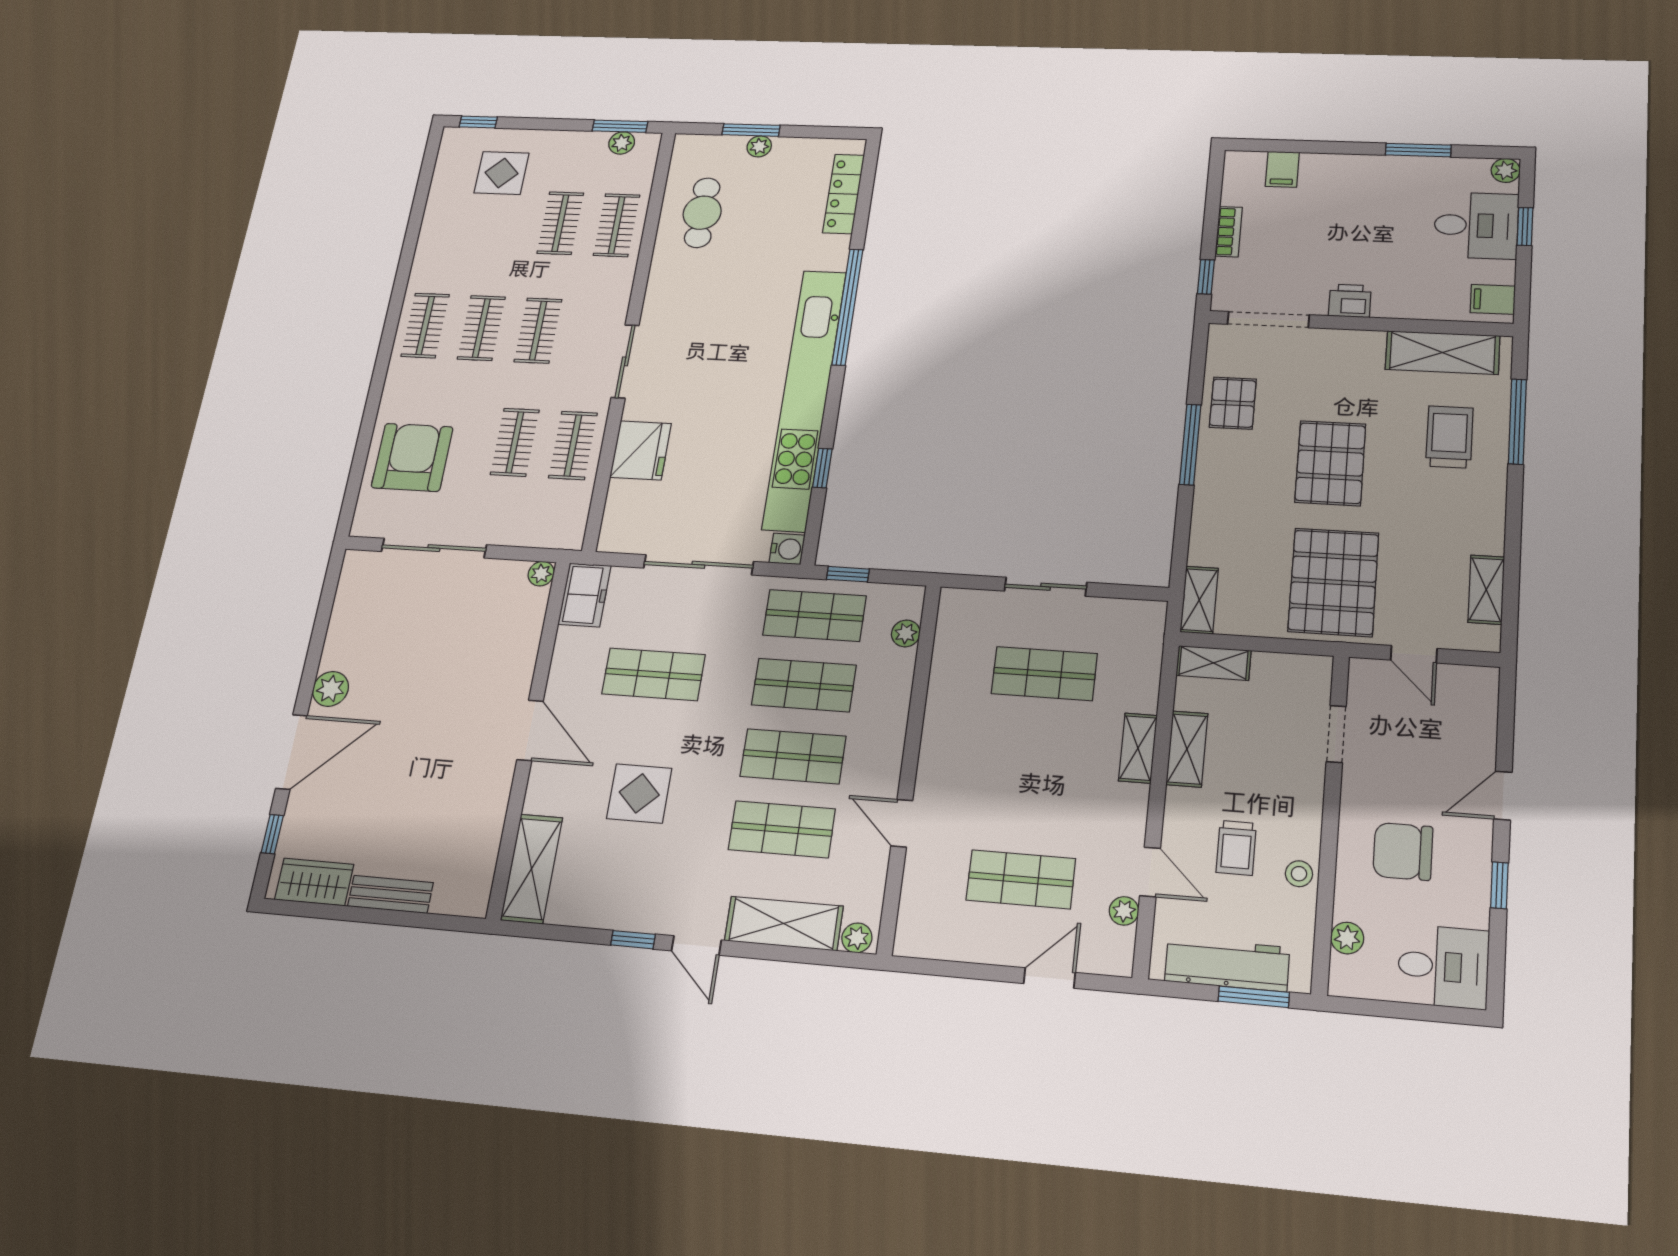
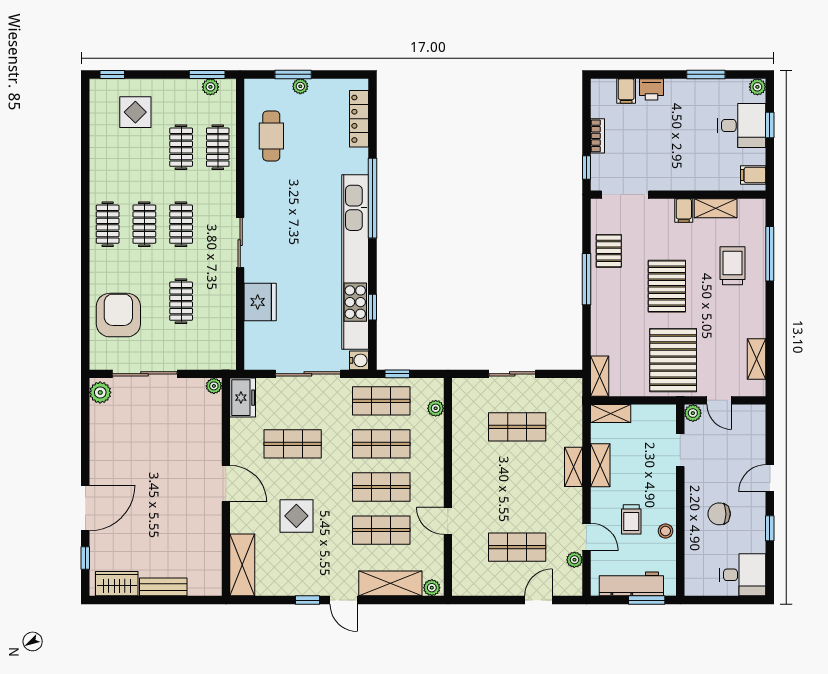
printer: (1350, 301) -> (651, 89), moved, turned 180
filing cabinet: (1368, 348) -> (684, 211), added
shelving: (1442, 353) -> (716, 208), width x0.67, depth x0.75
clothes rail: (573, 445) -> (218, 301), removed
plant: (331, 689) -> (100, 392), moved
chair: (1403, 851) -> (719, 514), width x0.73, depth x0.73
plant: (1347, 938) -> (693, 413), moved

